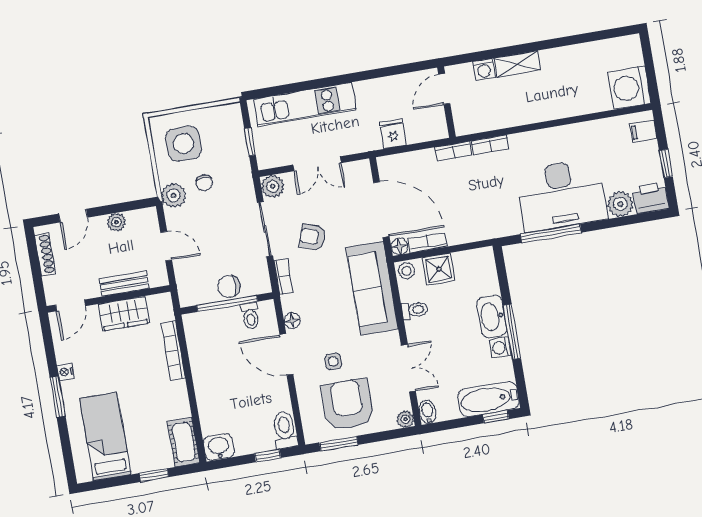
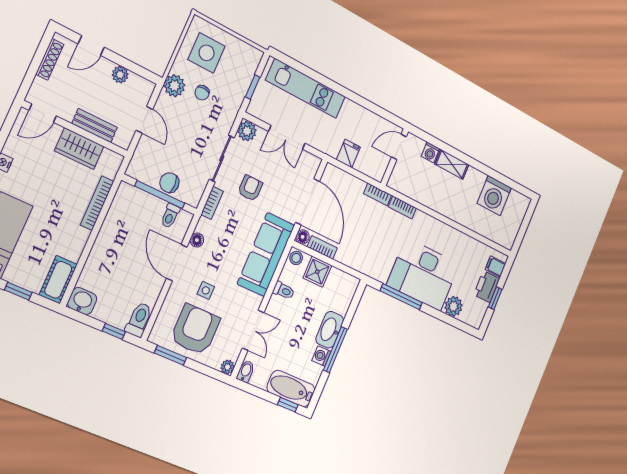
washing machine: (629, 88) -> (494, 196), moved, turned -90
printer: (651, 198) -> (487, 287), moved, turned -90
armchair: (313, 237) -> (250, 188), turned 71

